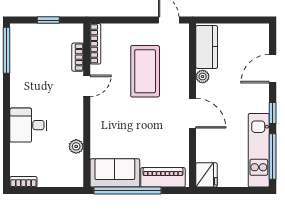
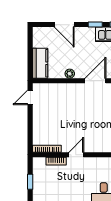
kitchen counter: (207, 47) -> (40, 63), moved, turned 90
coffee table: (145, 71) -> (66, 114), removed
door: (87, 86) -> (76, 155), hinge flipped

